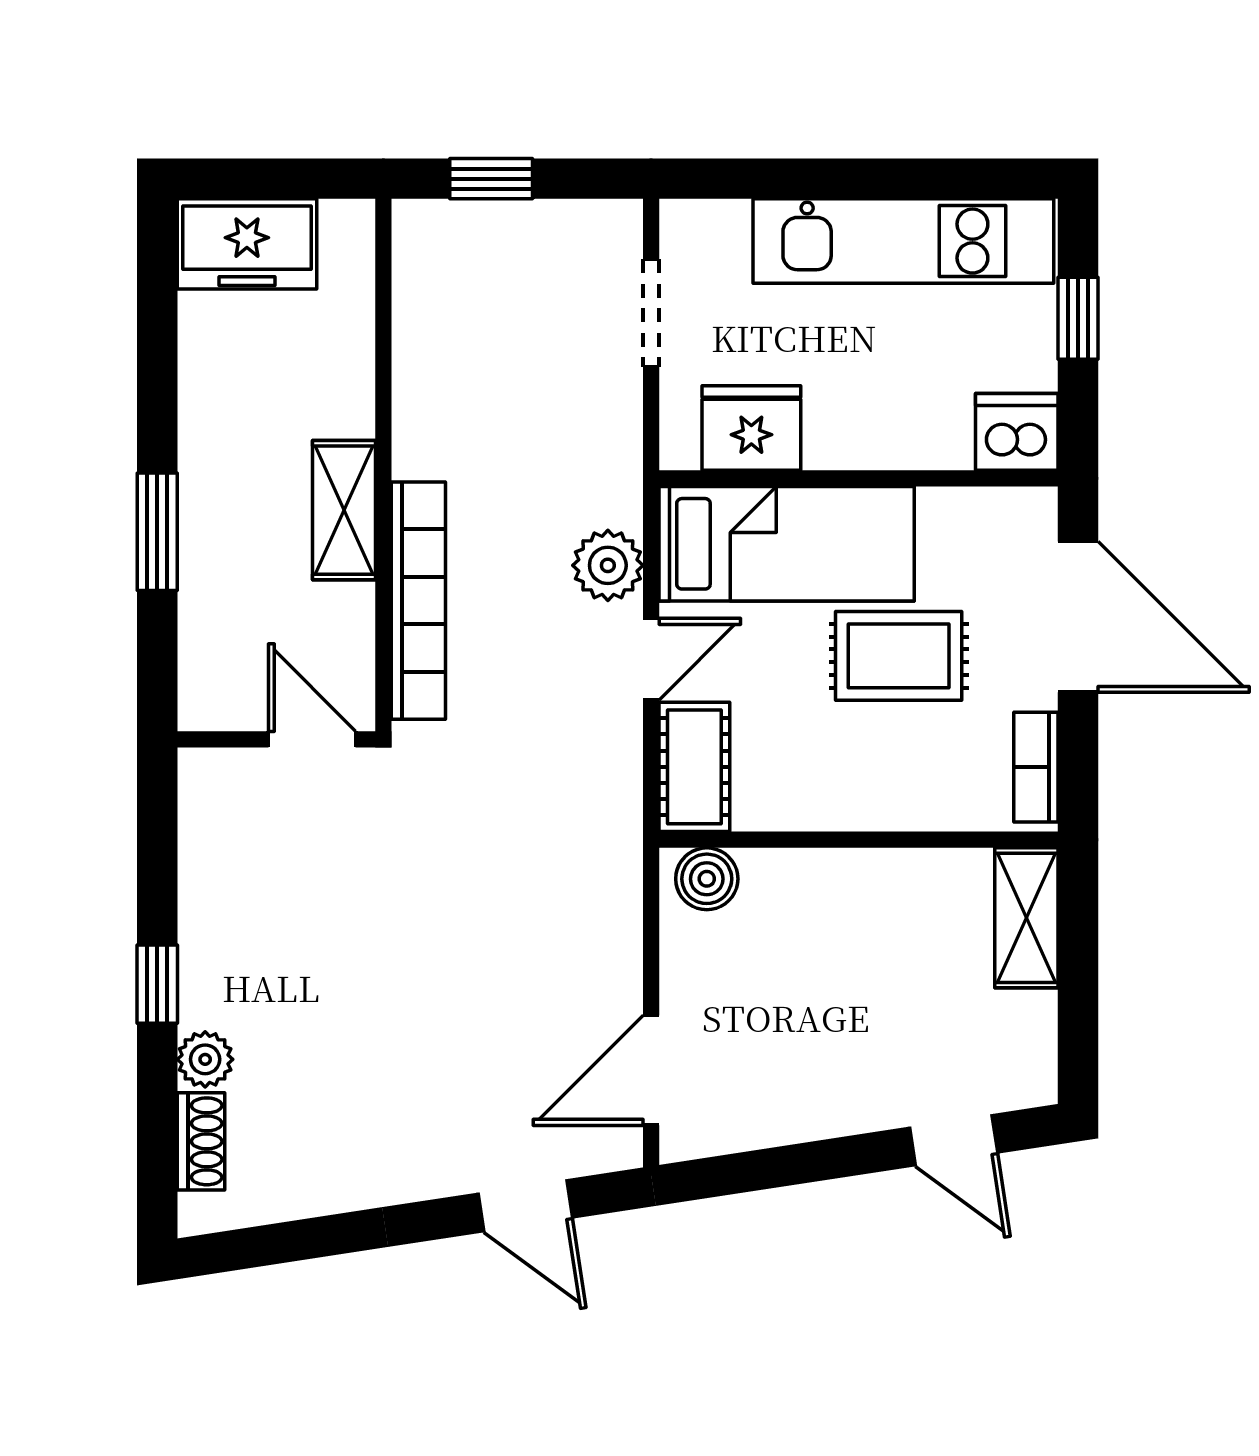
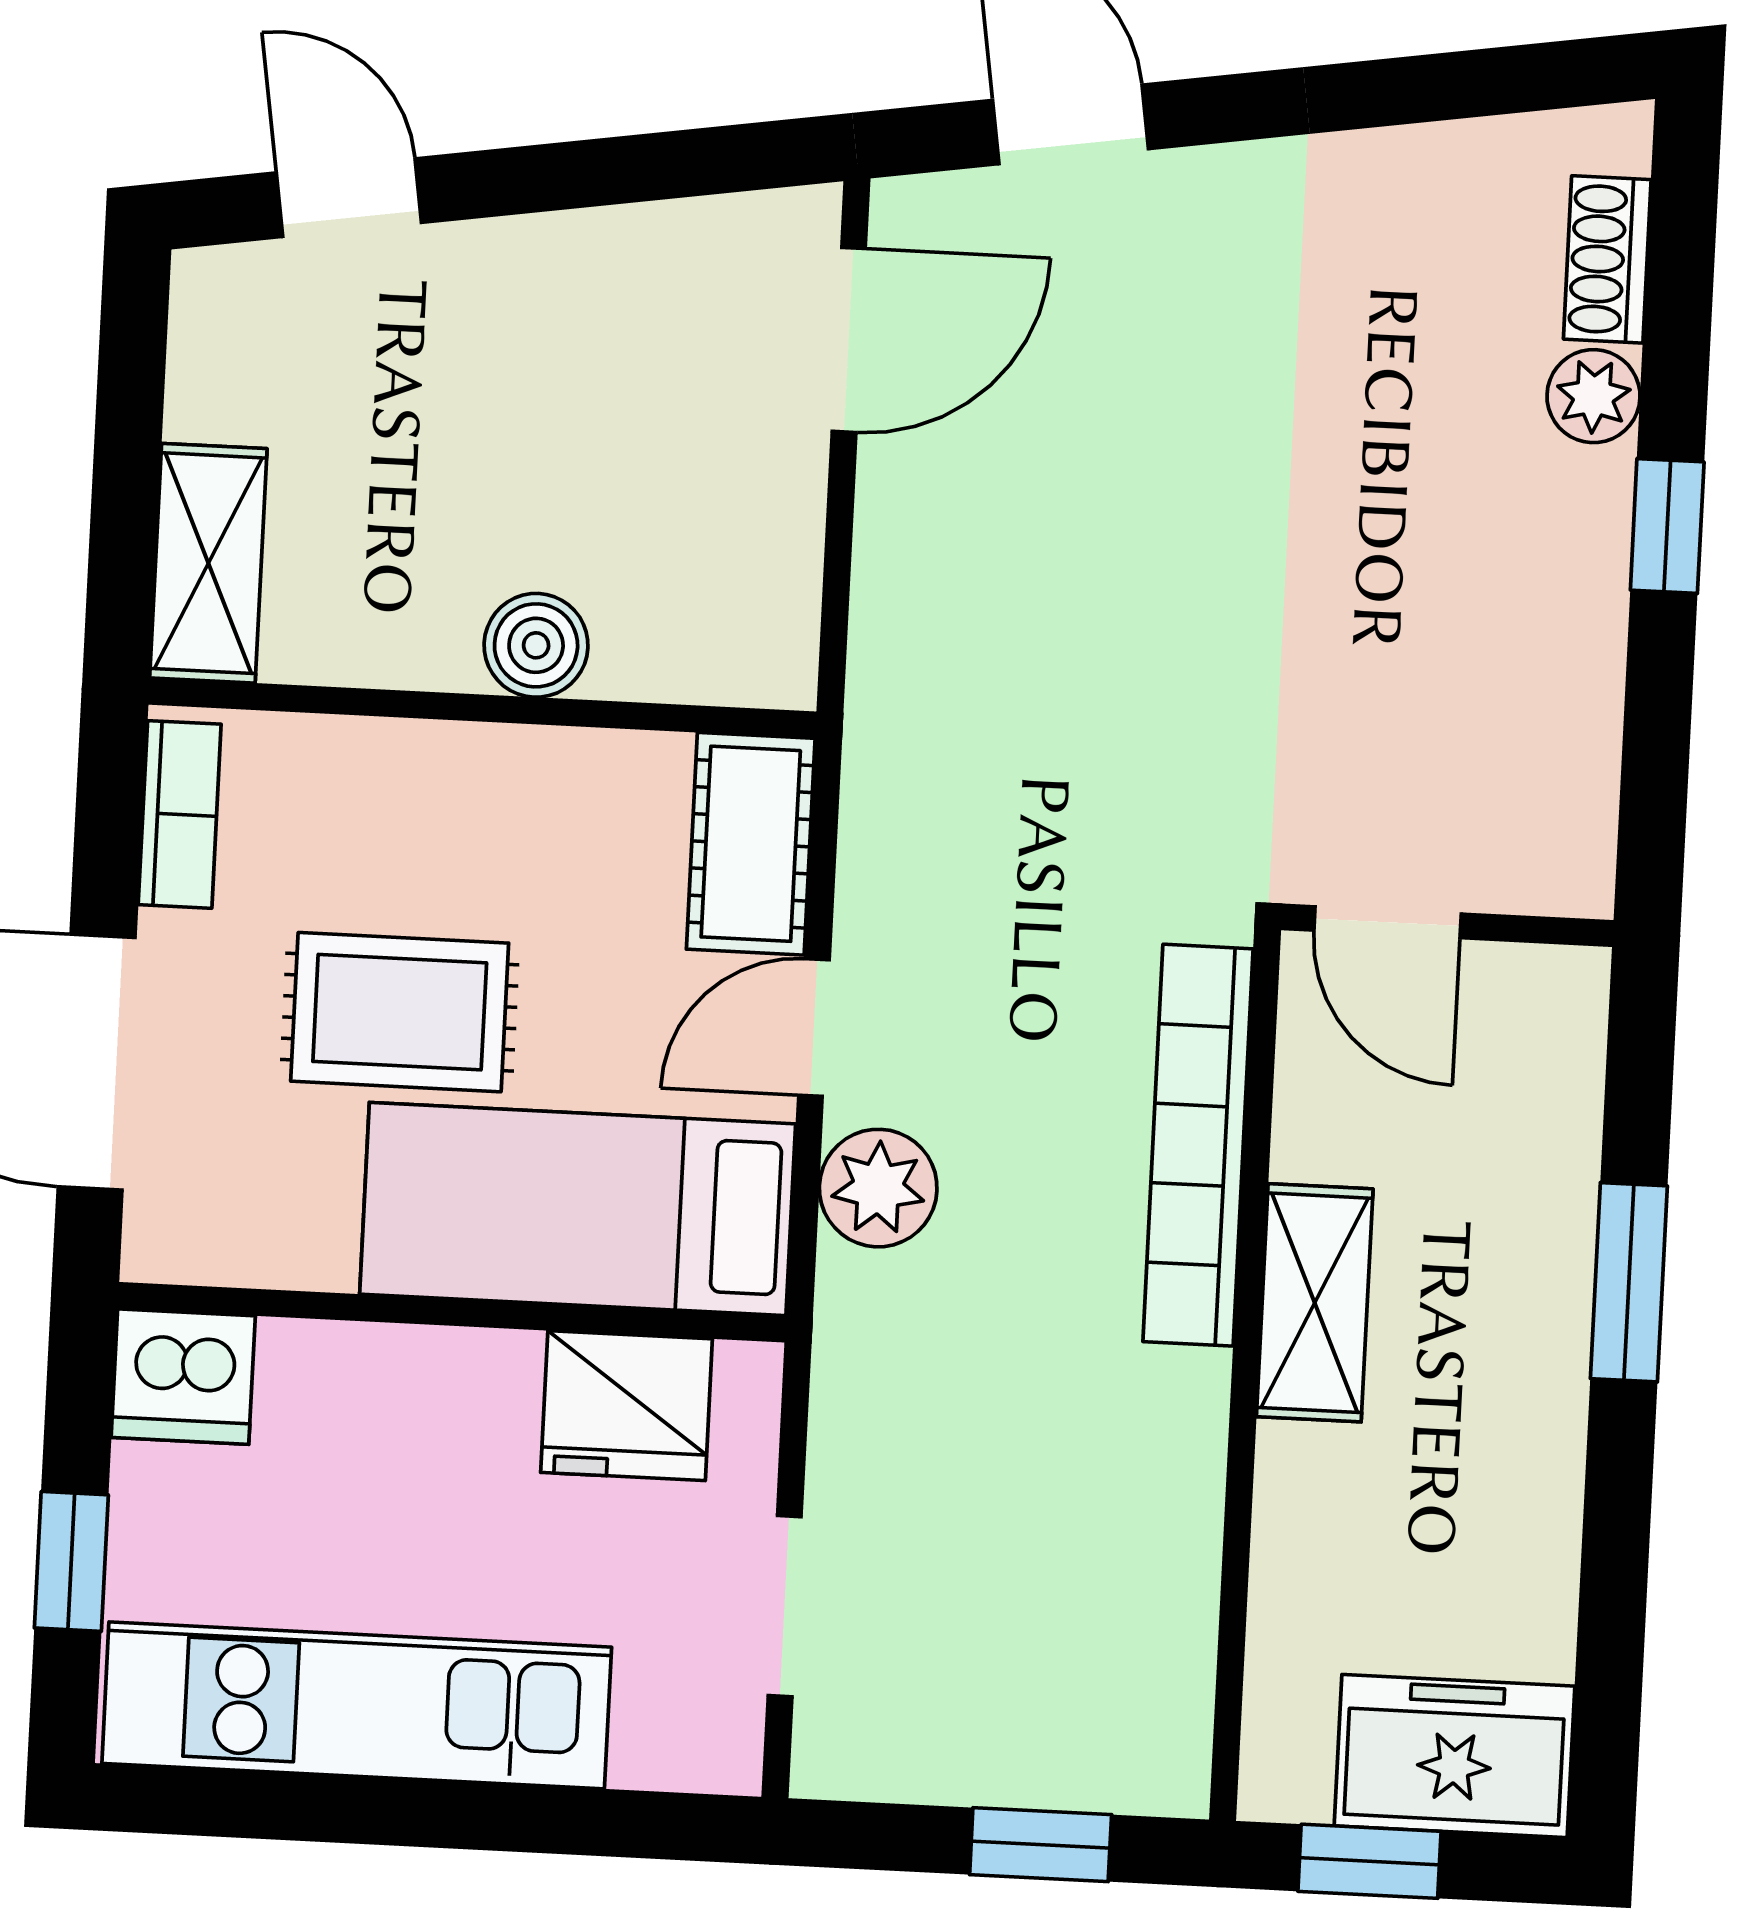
window: (294, 179) -> (1369, 1861), added
boiler: (707, 879) -> (536, 645), moved

